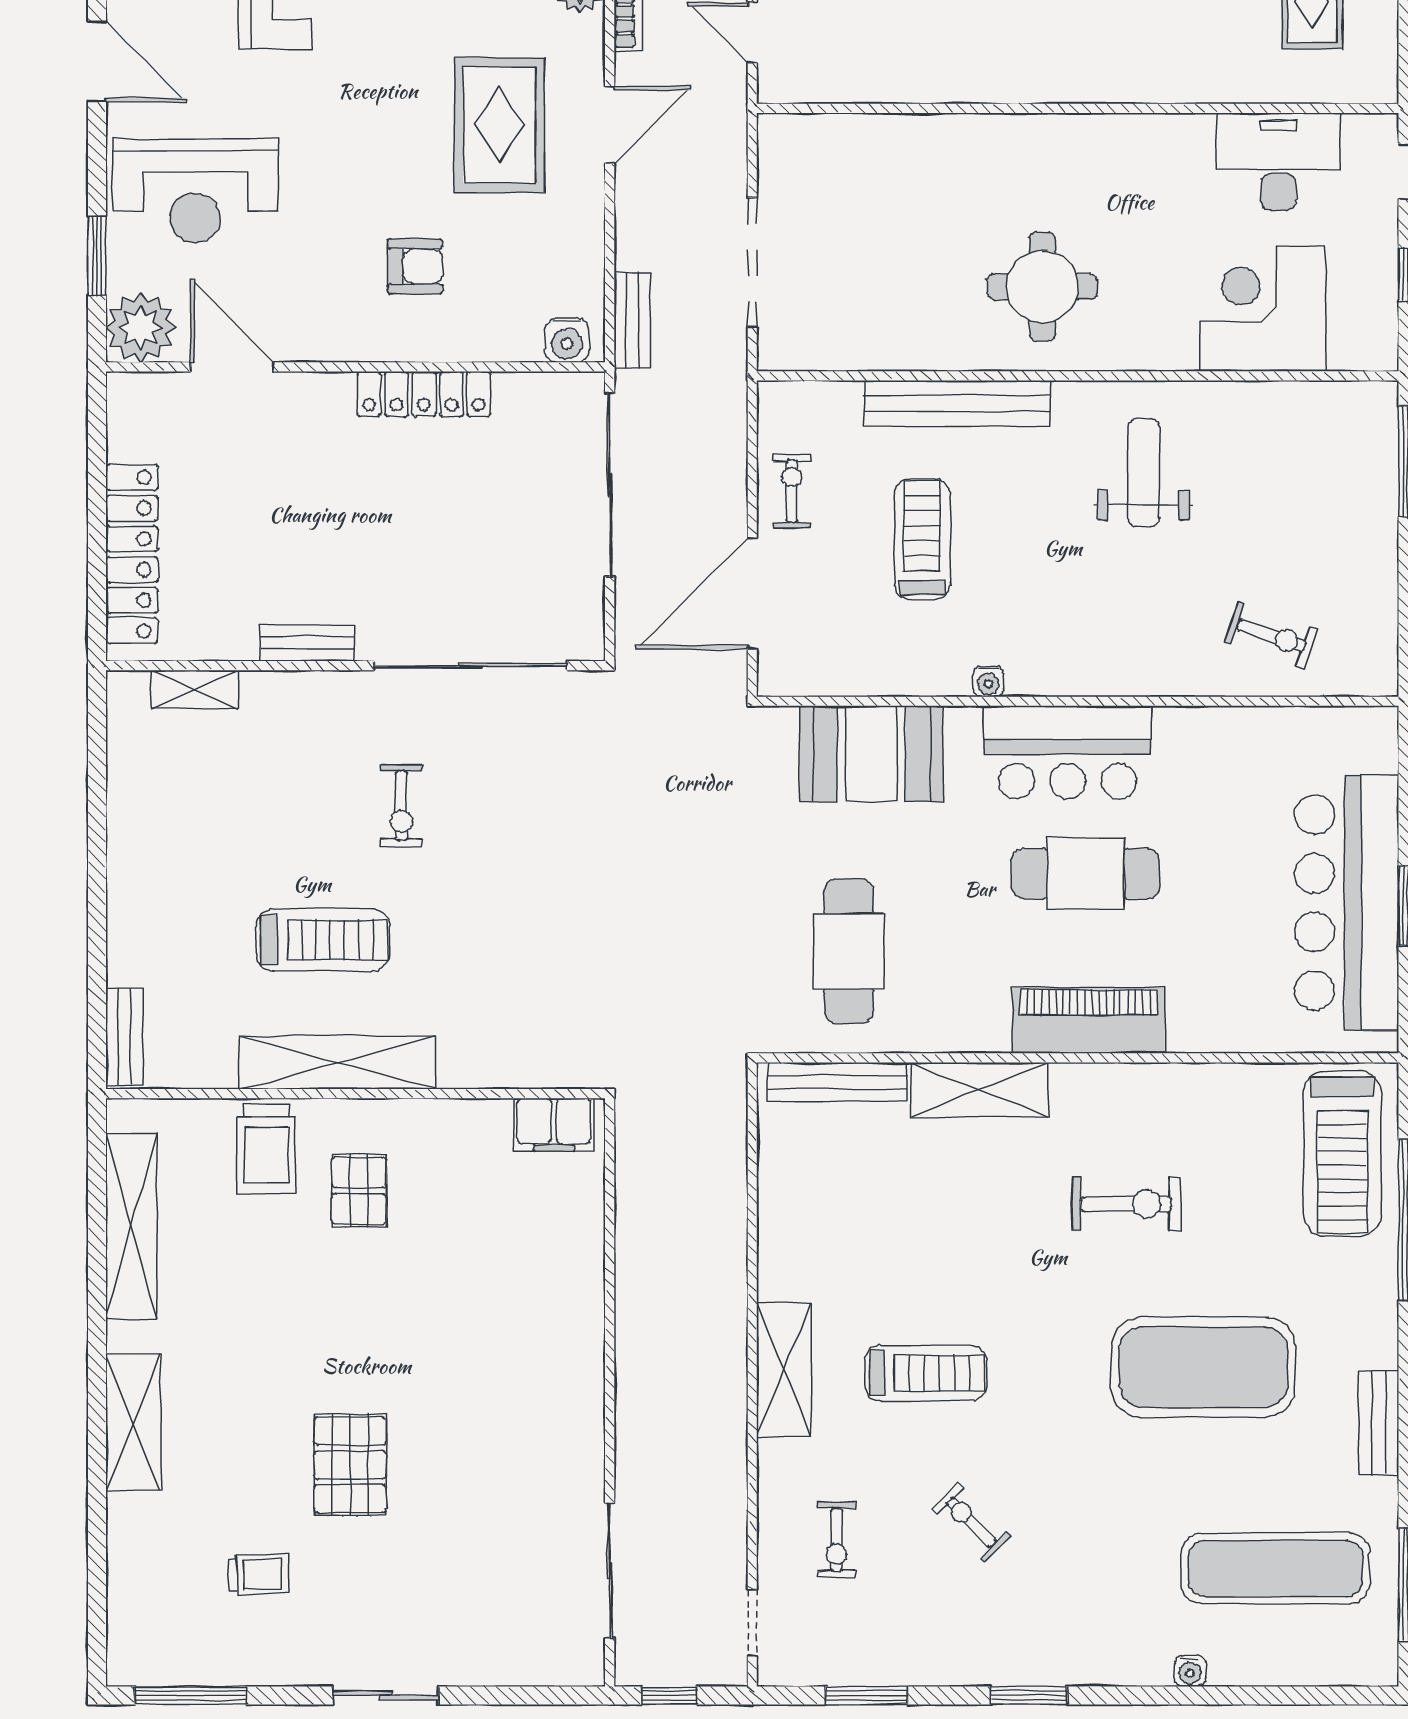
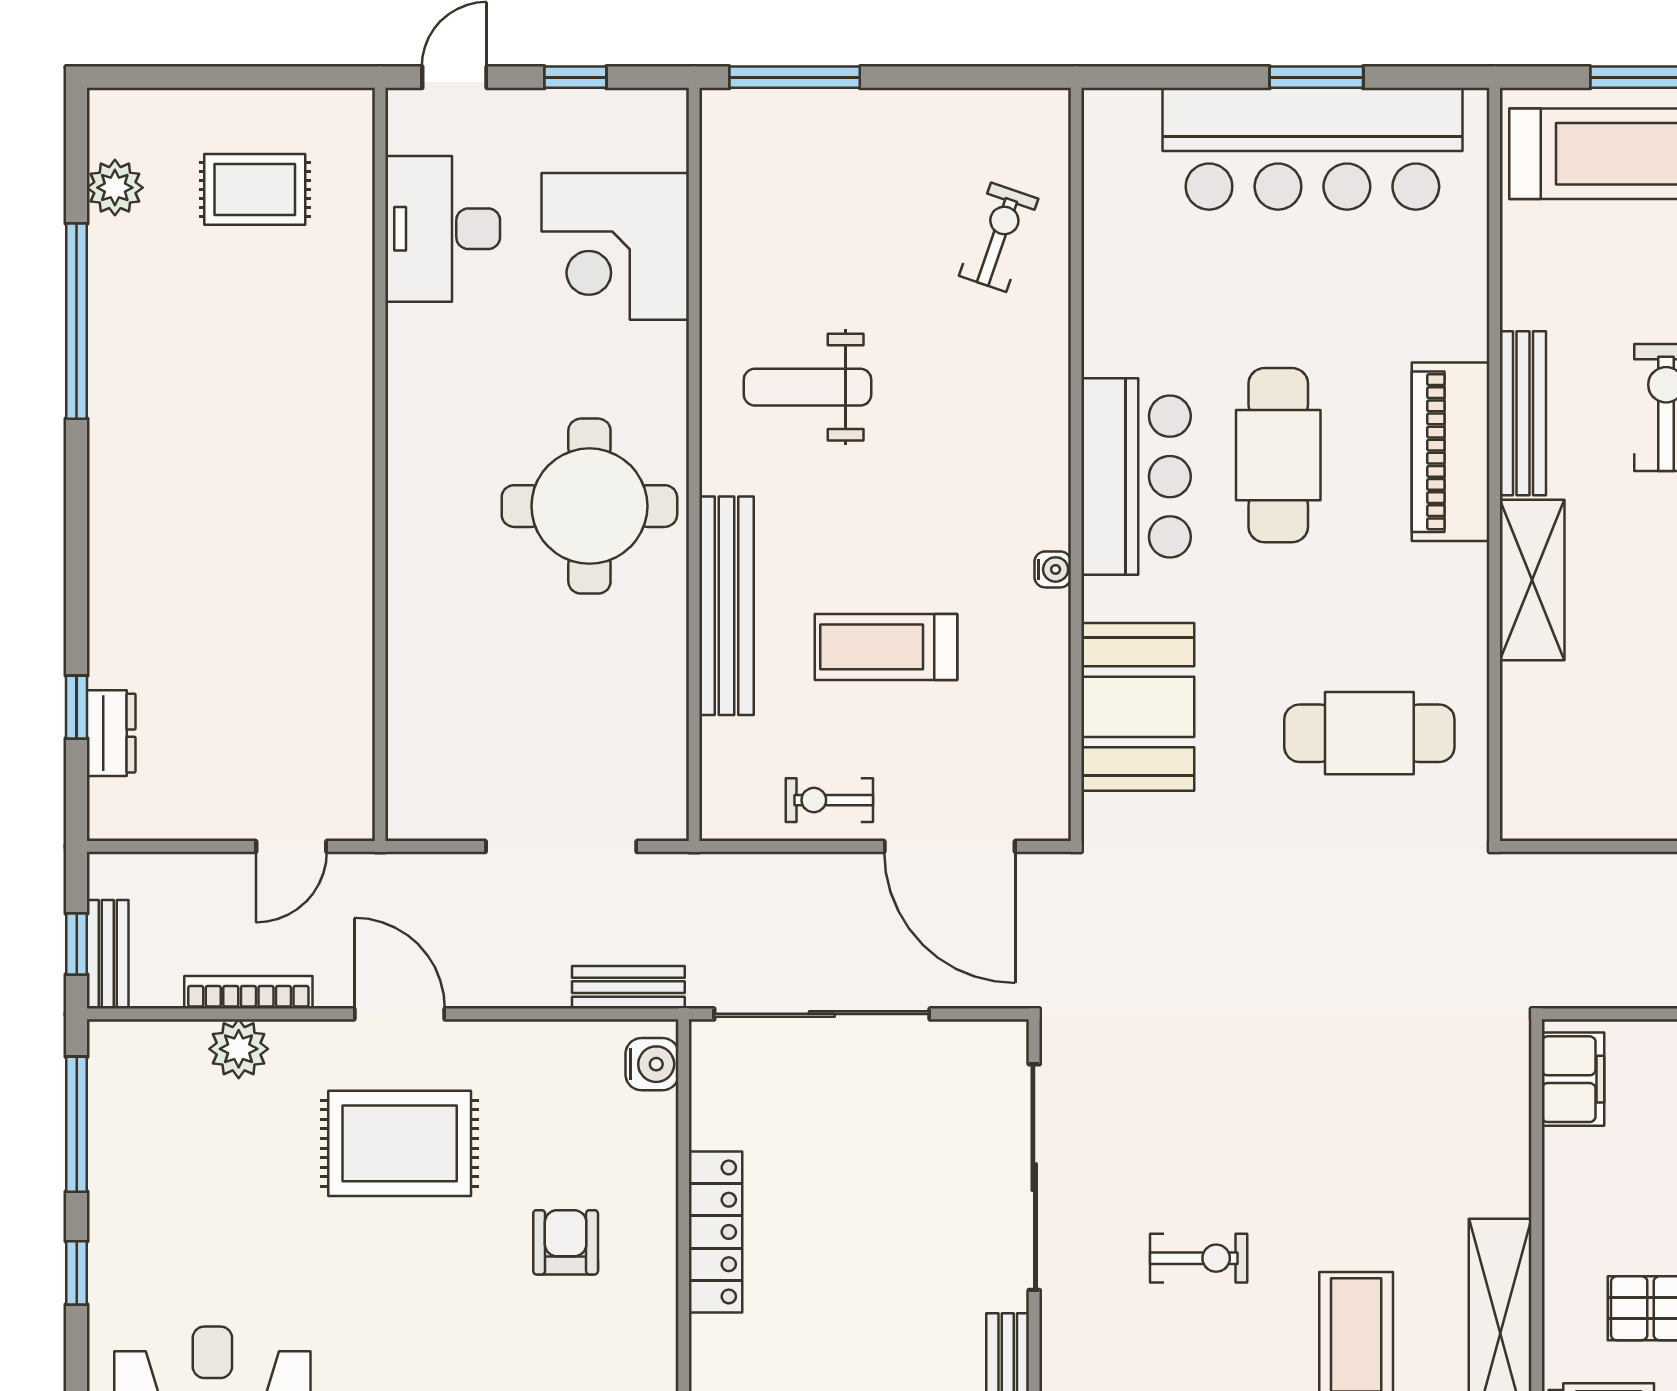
round table: (1042, 287) -> (589, 506), width x1.36, depth x1.36
bench: (837, 1082) -> (1523, 413), moved

